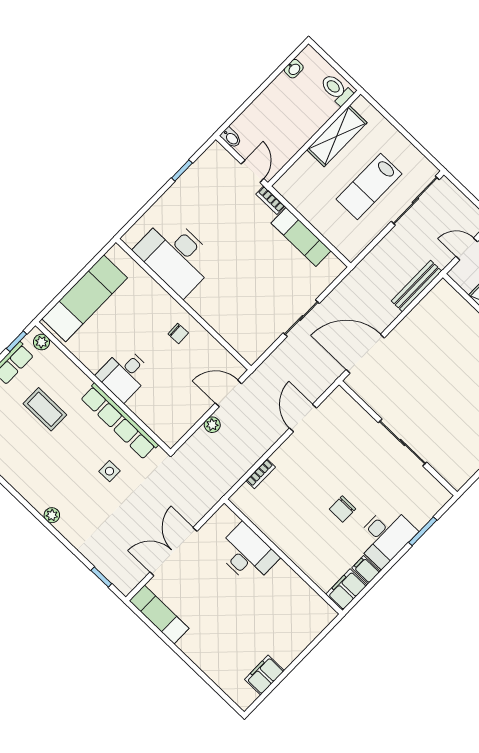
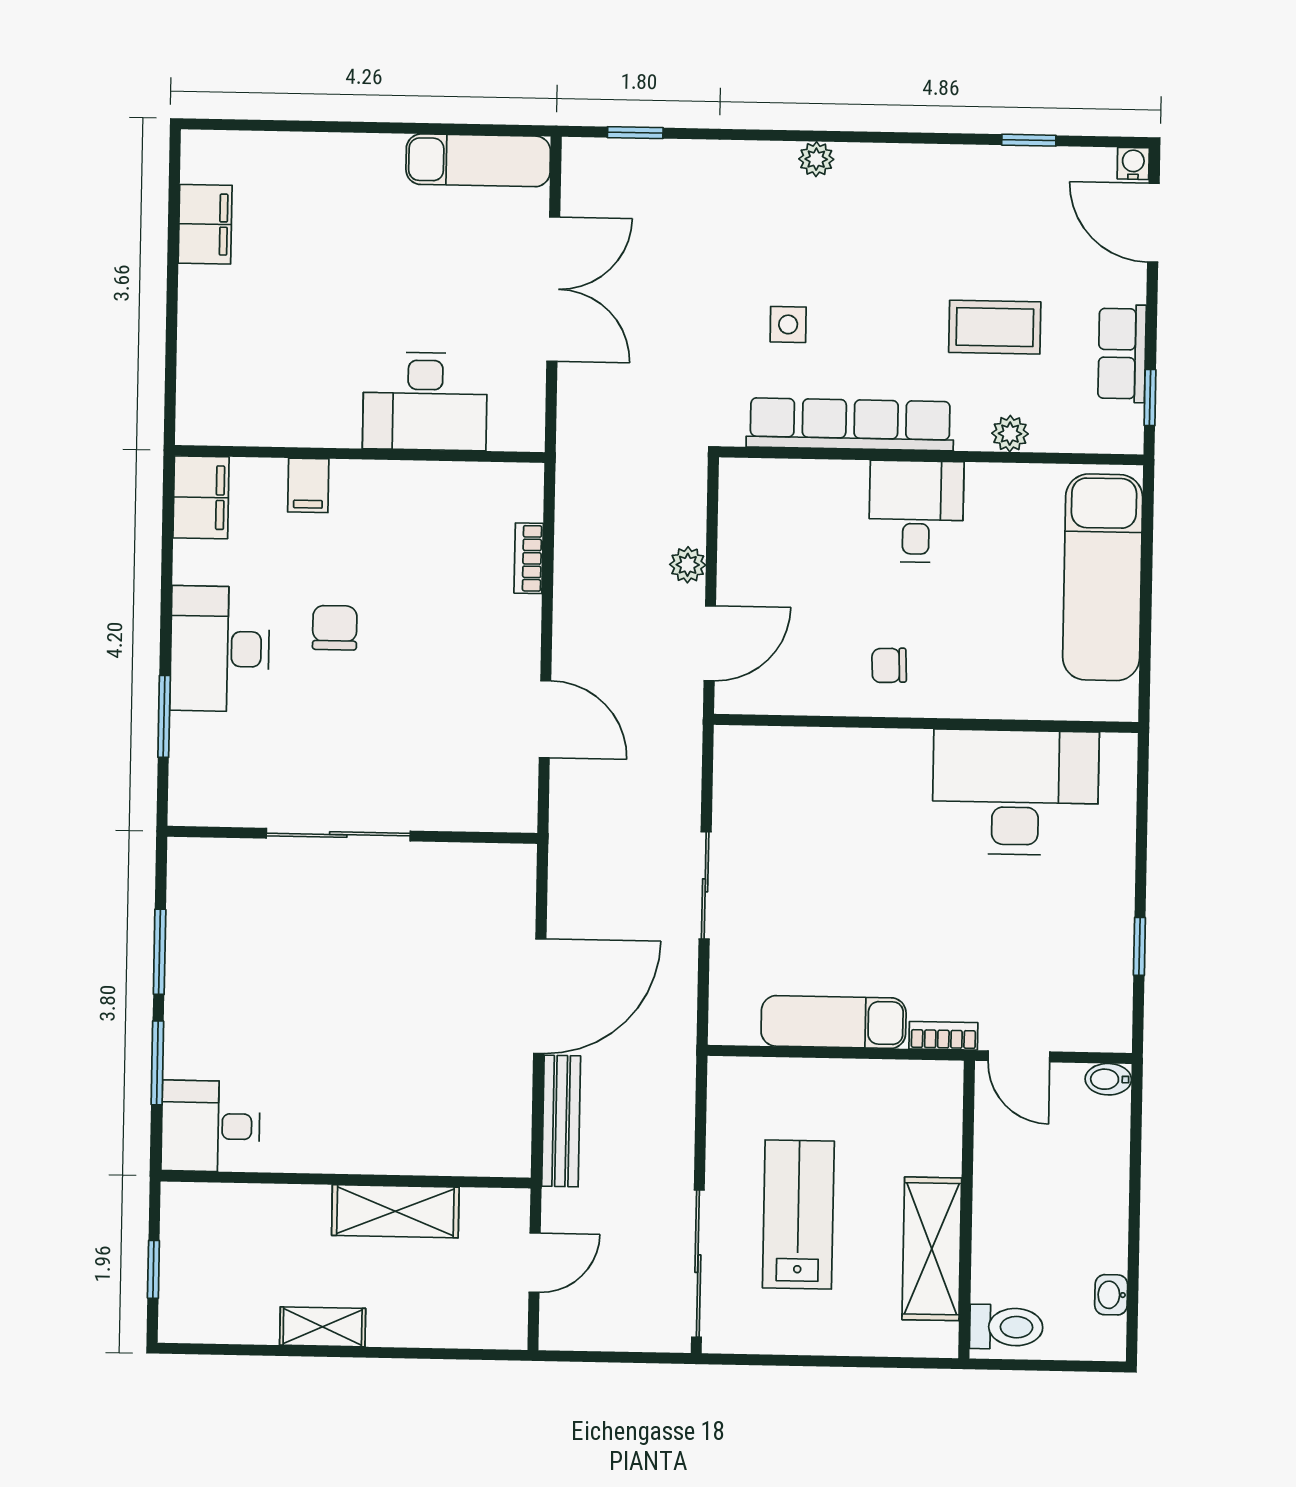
plant: (41, 342) -> (1010, 434), moved
door: (365, 354) -> (540, 996), moved
filing cabinet: (366, 570) -> (308, 485), moved, turned 90

